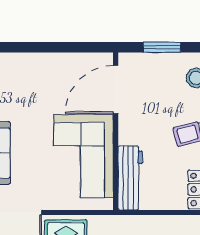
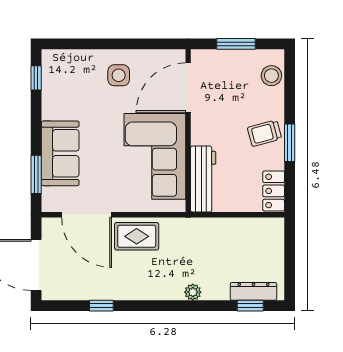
side table: (48, 78) -> (119, 75), added

